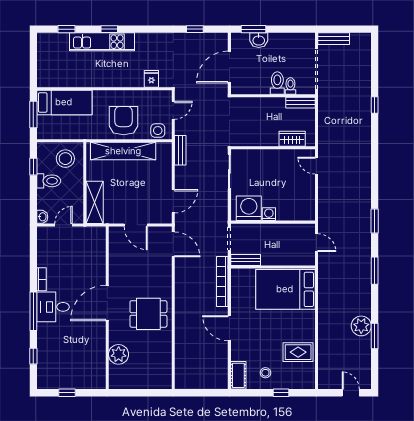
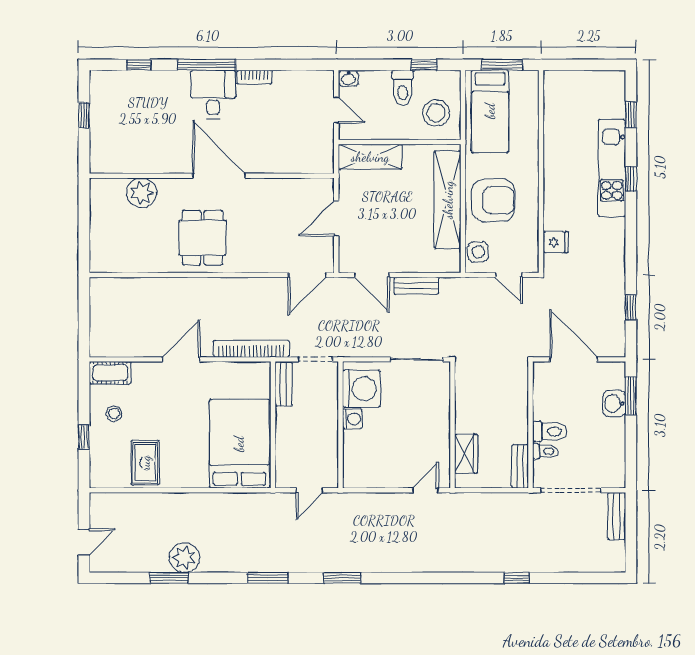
bed: (64, 102) -> (490, 111), moved
bench: (180, 150) -> (416, 286), moved

